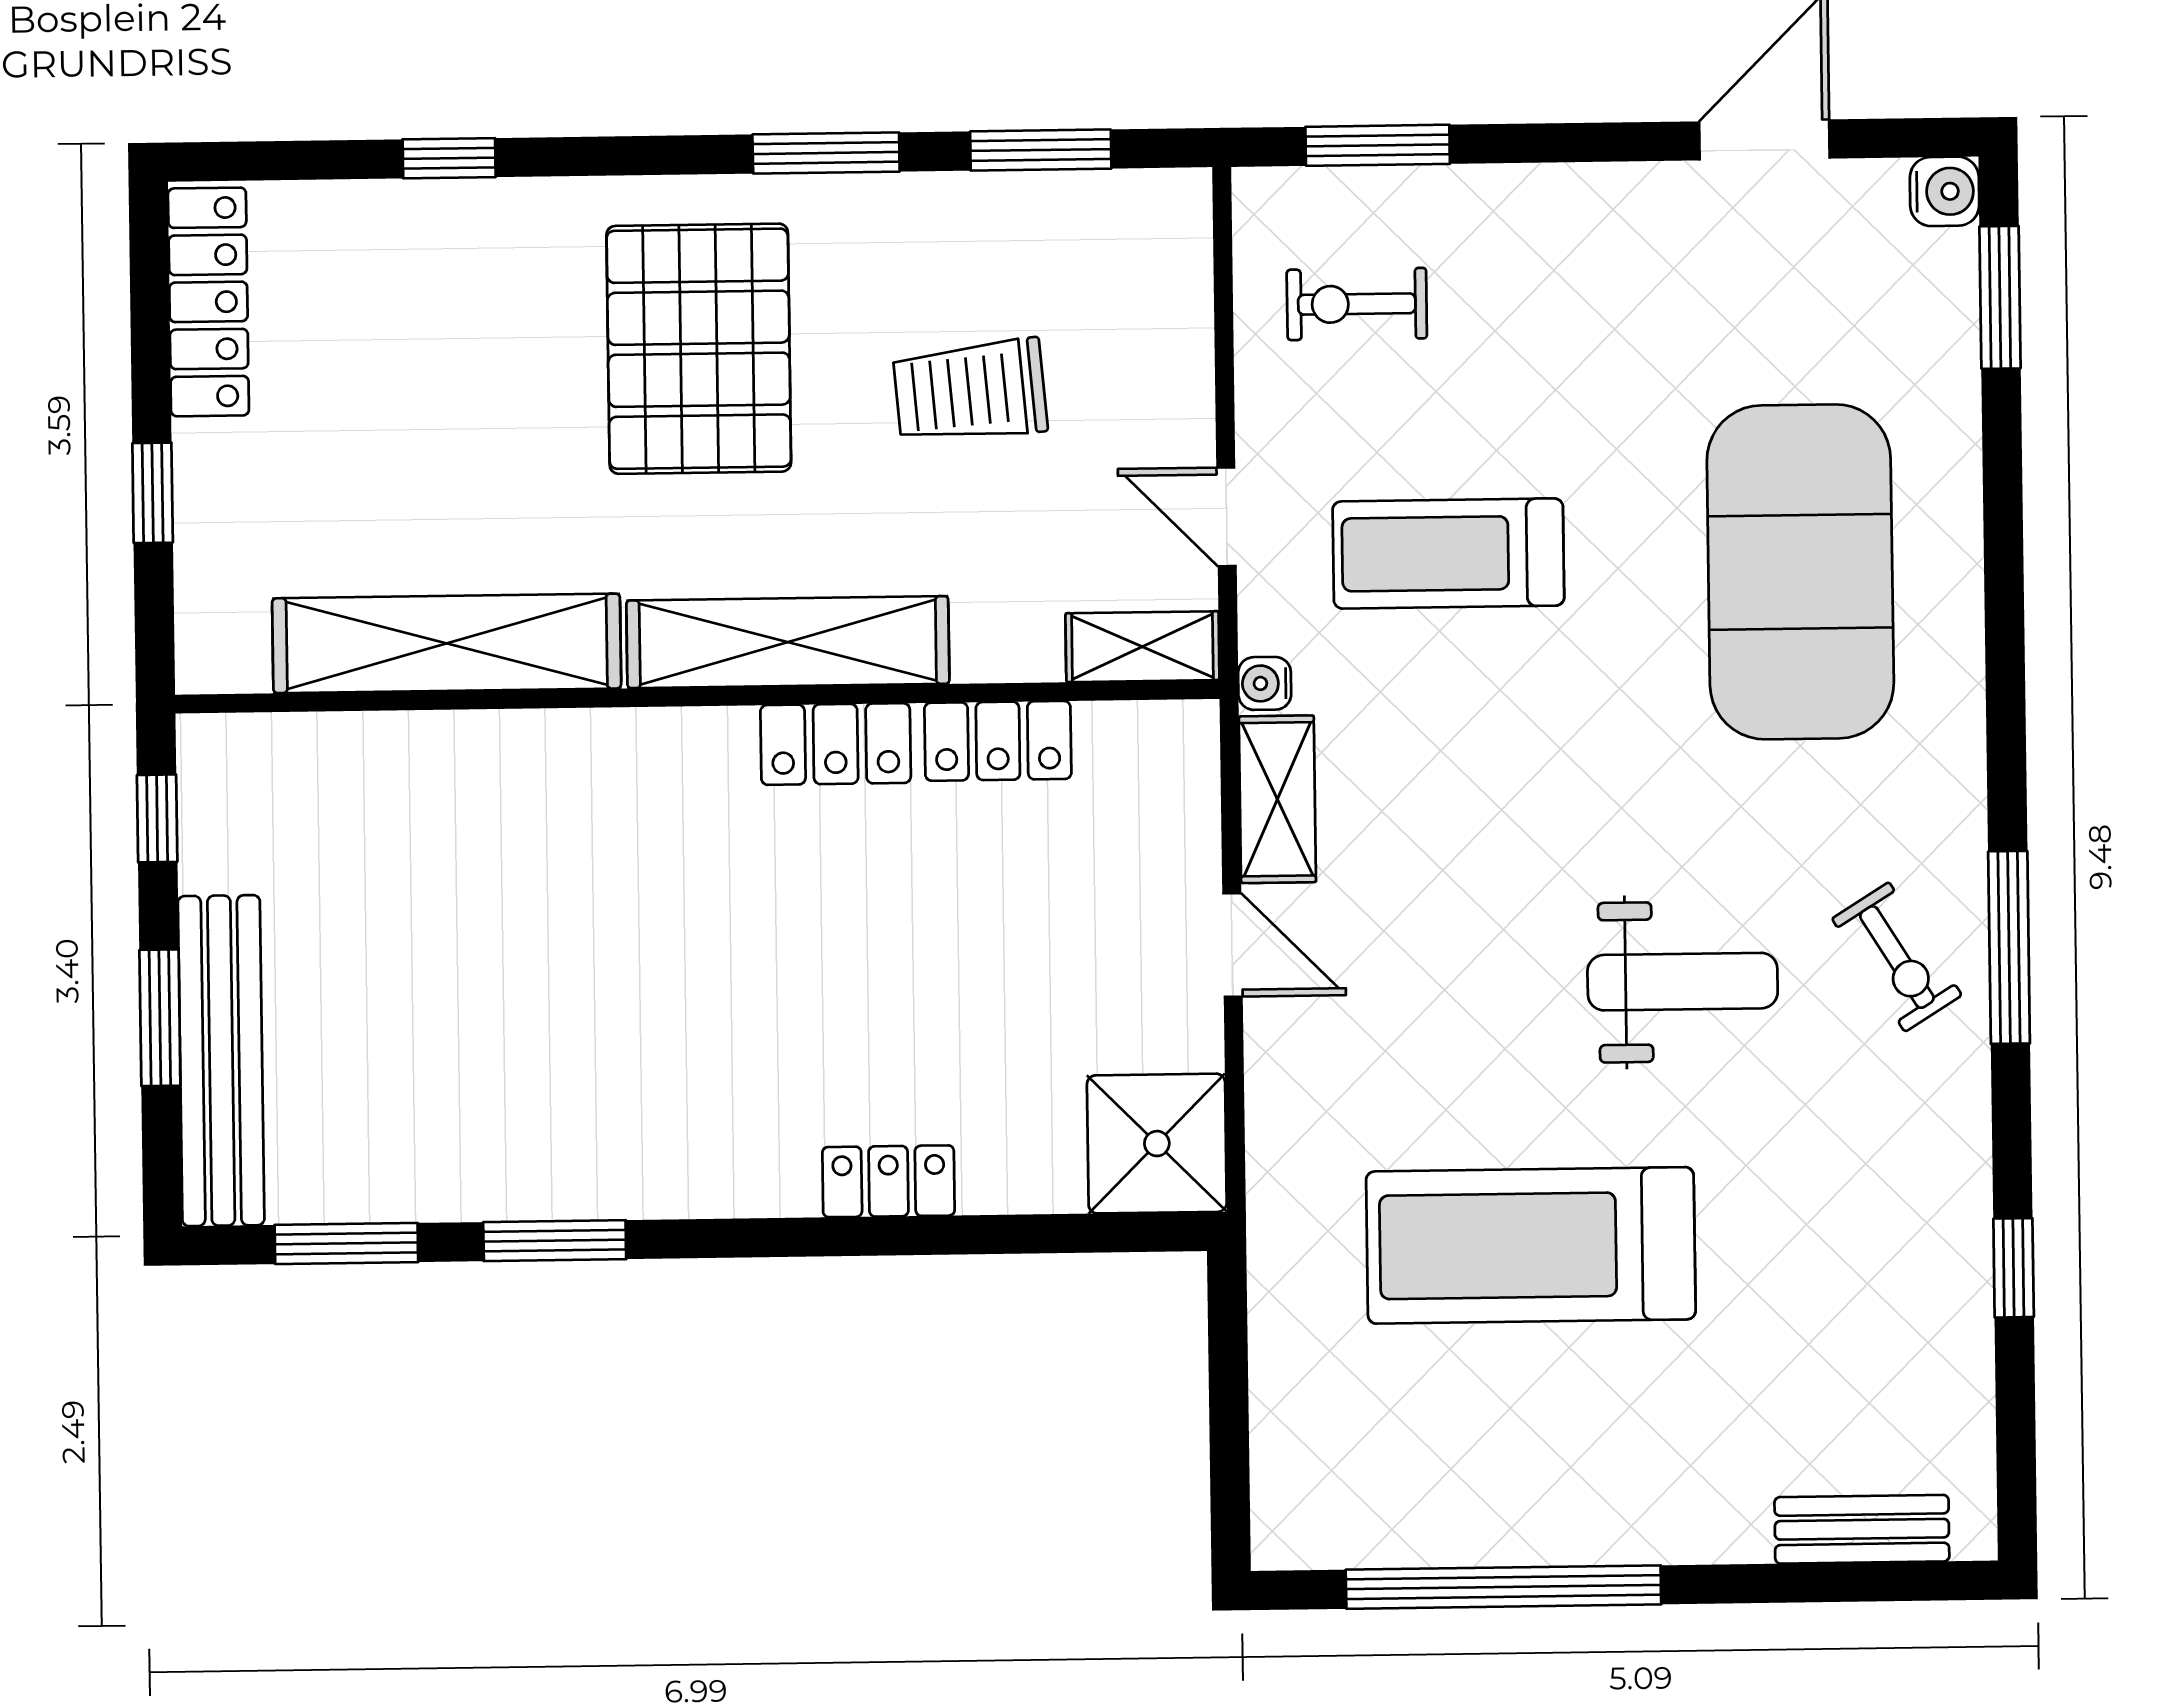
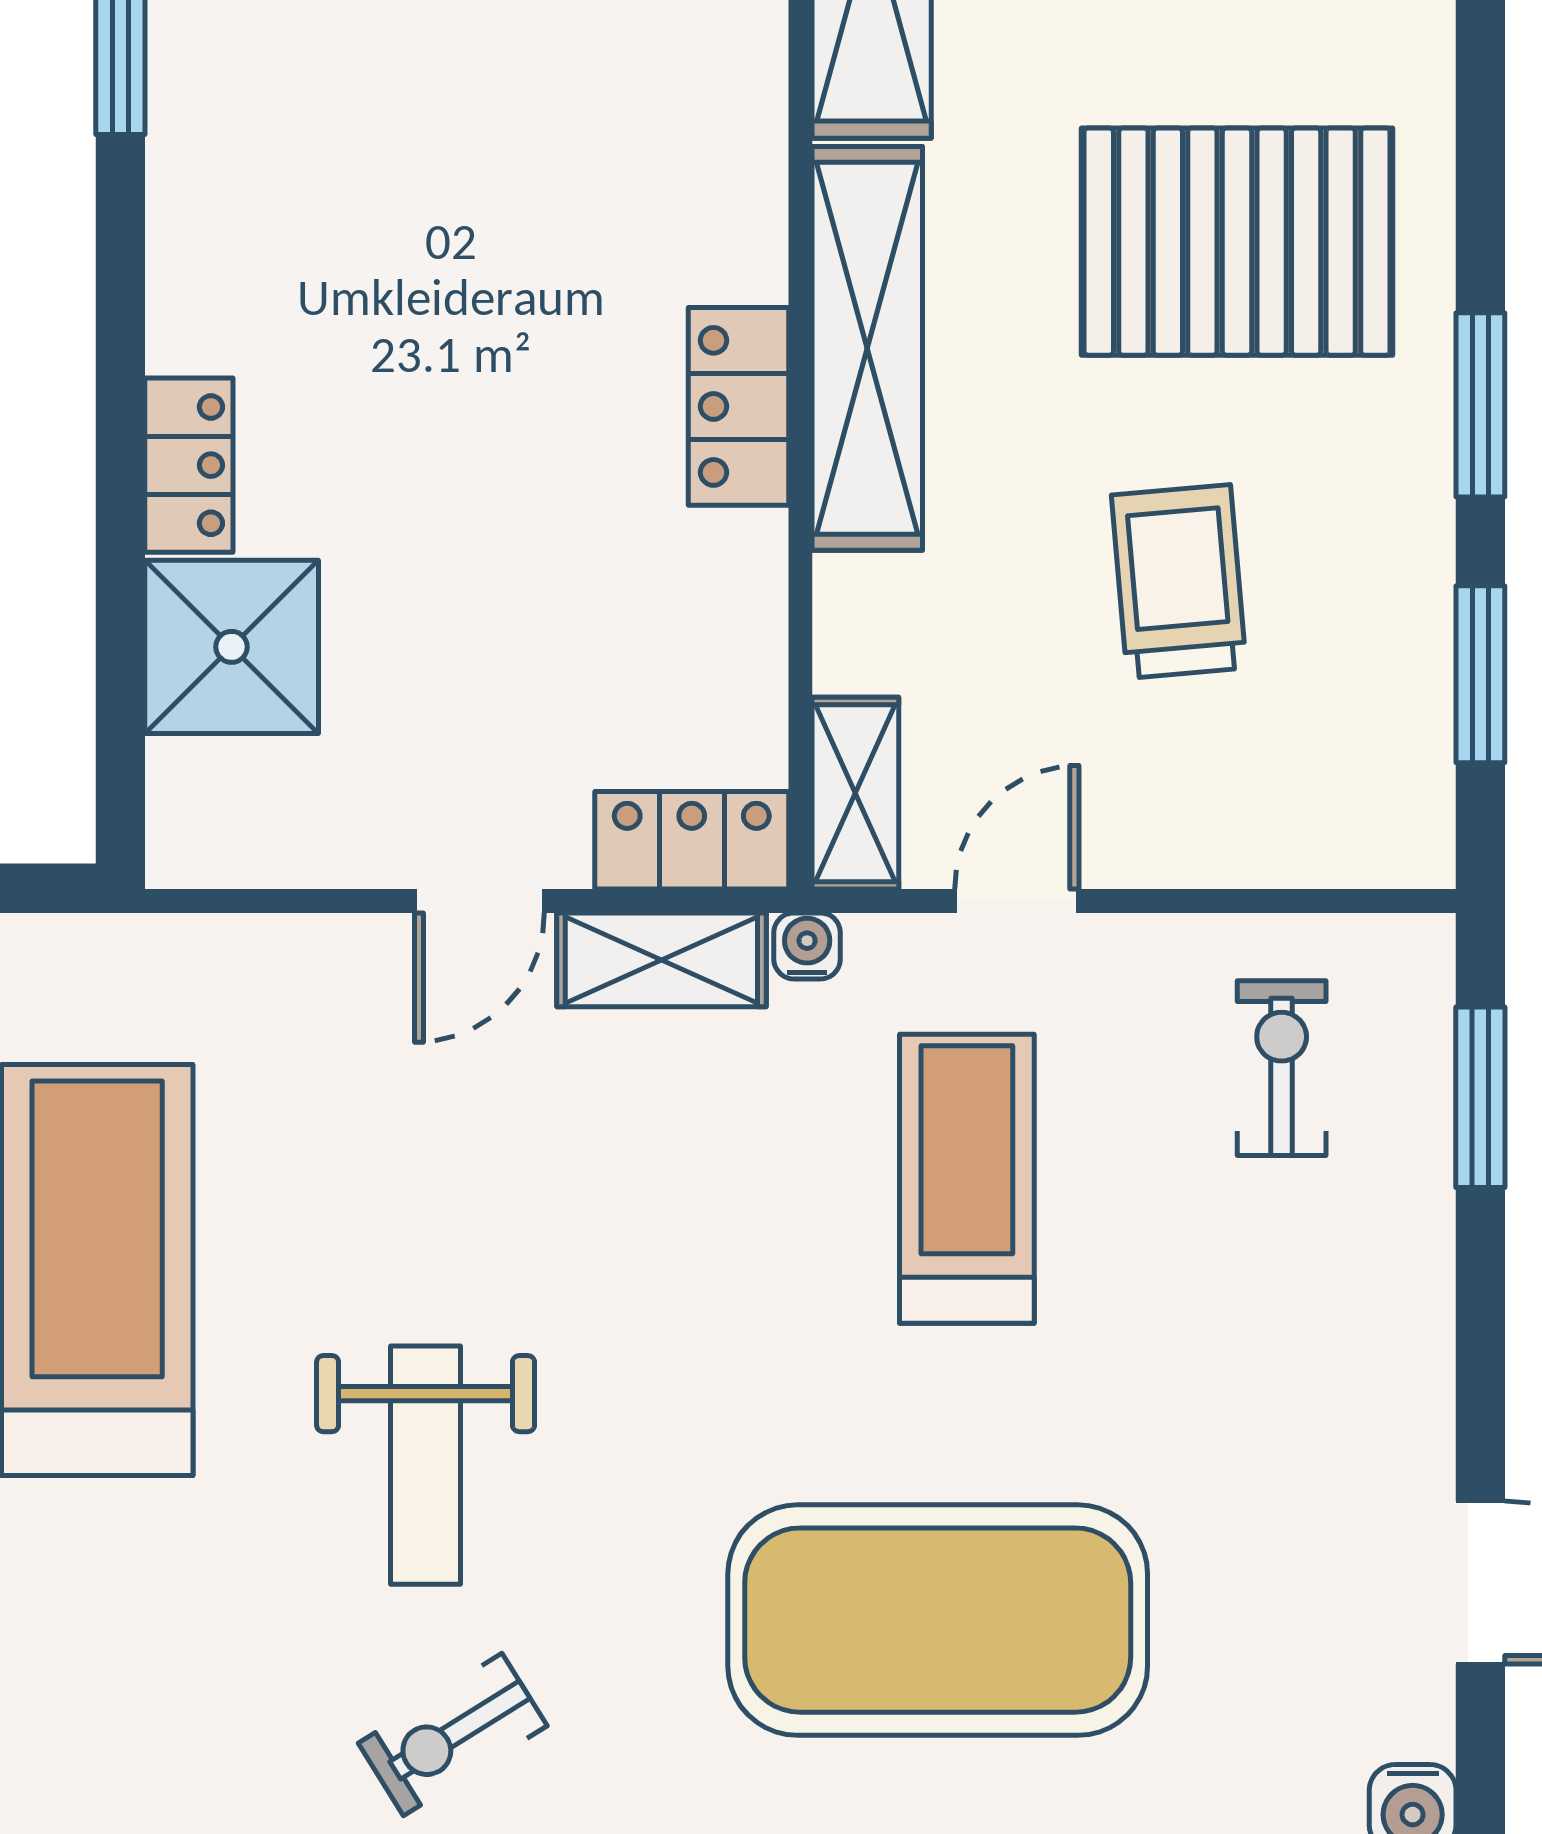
locker: (998, 741) -> (692, 840), moved, turned 90
shower: (1157, 1144) -> (232, 647), moved

